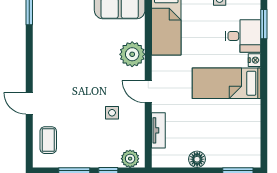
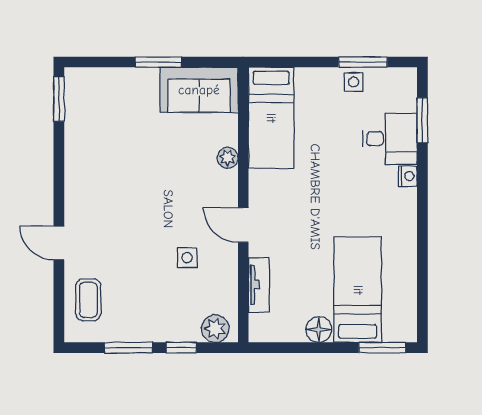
plant: (132, 54) -> (228, 158), width x0.53, depth x0.53
bed: (226, 83) -> (358, 290), moved, turned 90

